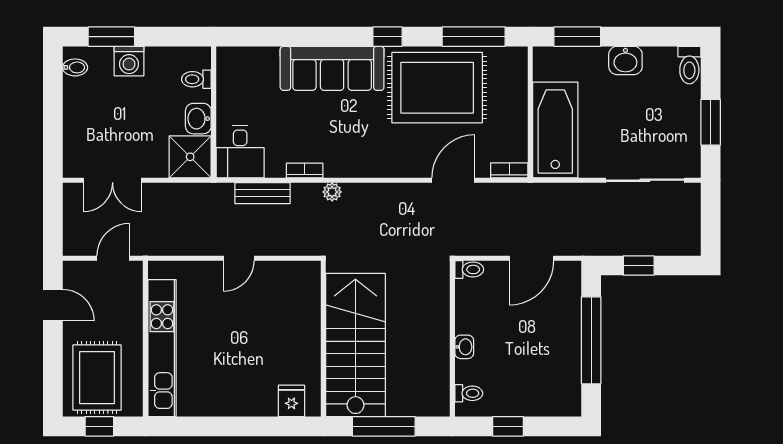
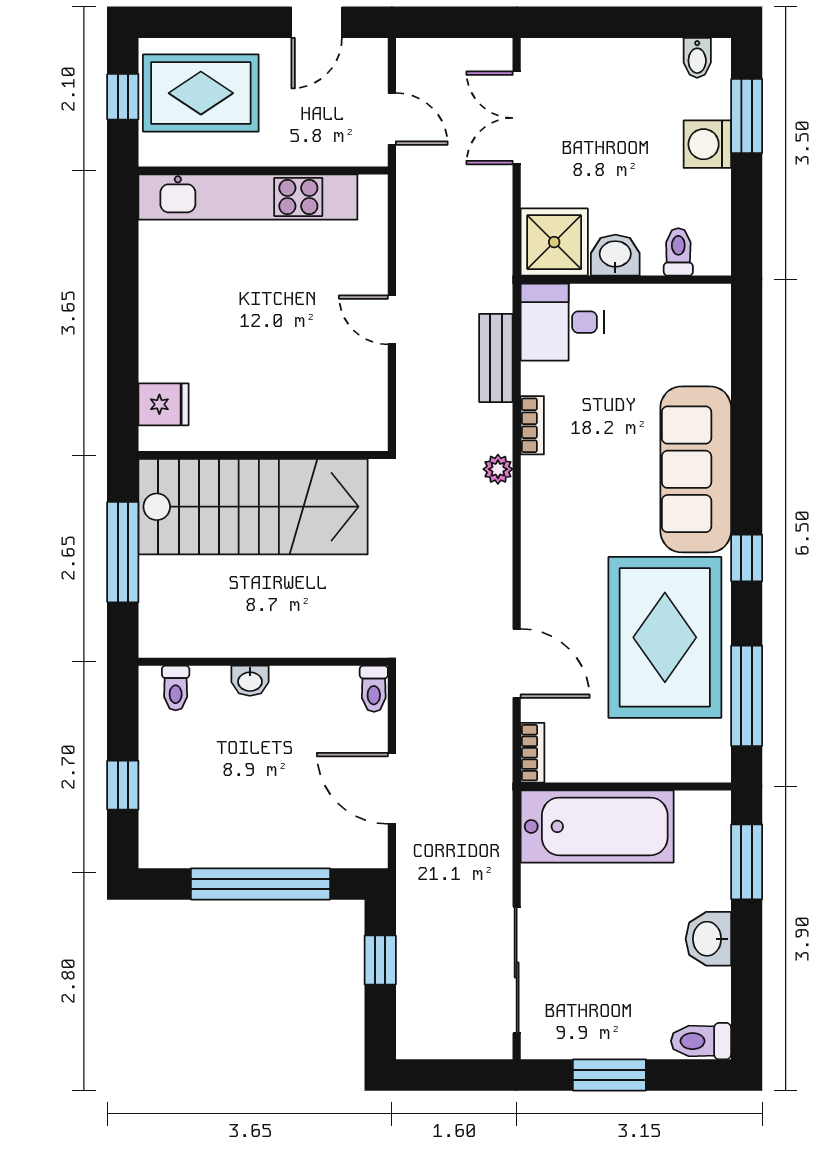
window: (508, 426) -> (123, 785), moved

